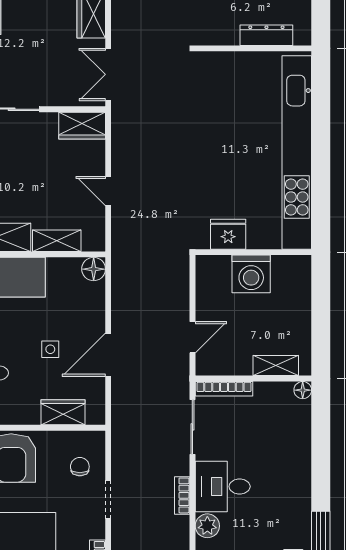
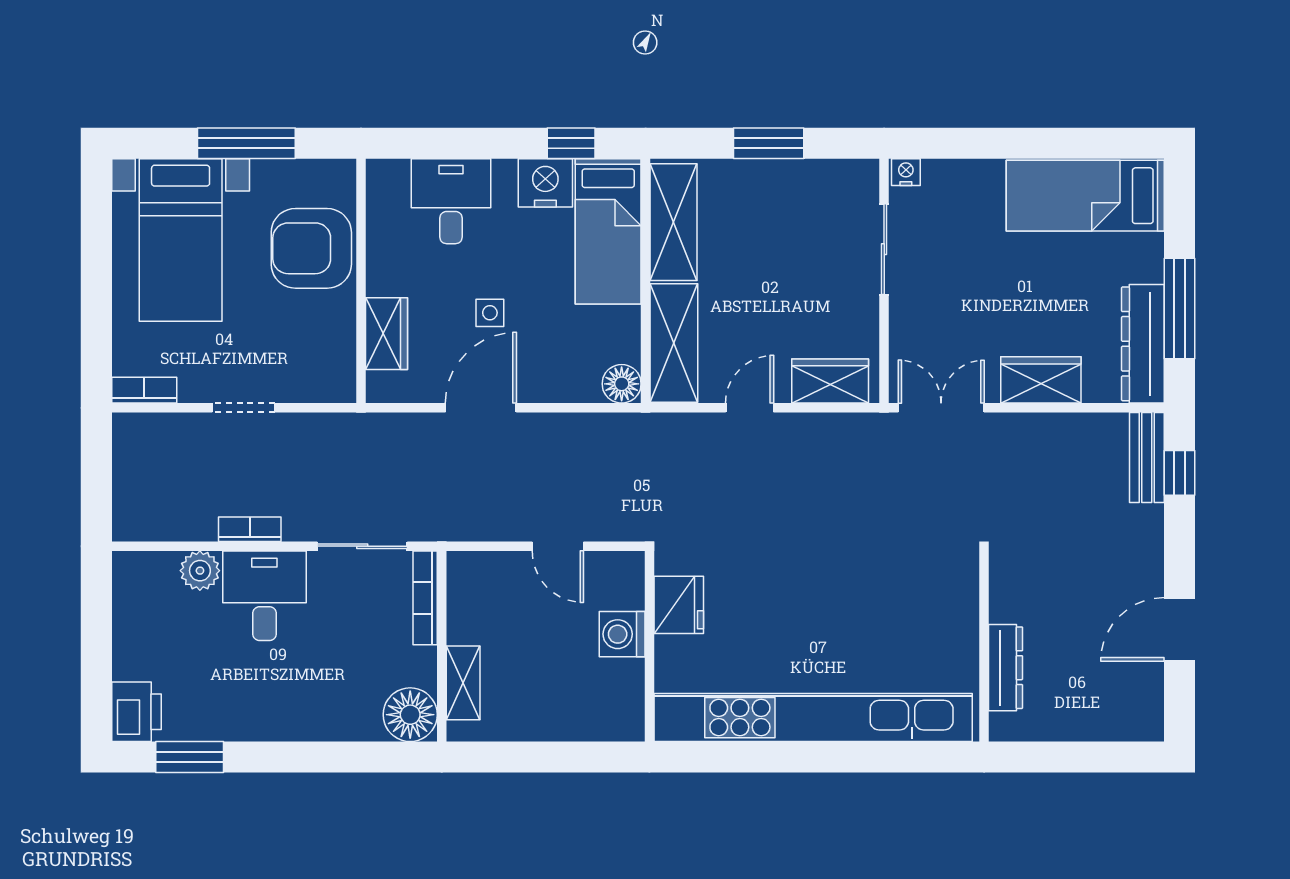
wardrobe: (82, 126) -> (830, 381), moved, turned 90
shelving: (57, 241) -> (674, 343), width x1.50, depth x1.33
washing machine: (251, 274) -> (622, 634), width x0.73, depth x0.73
door: (192, 337) -> (558, 546), moved
door: (108, 355) -> (481, 408), hinge flipped
floor lamp: (303, 390) -> (410, 715), width x1.89, depth x1.89
chair: (80, 467) -> (297, 361), removed

